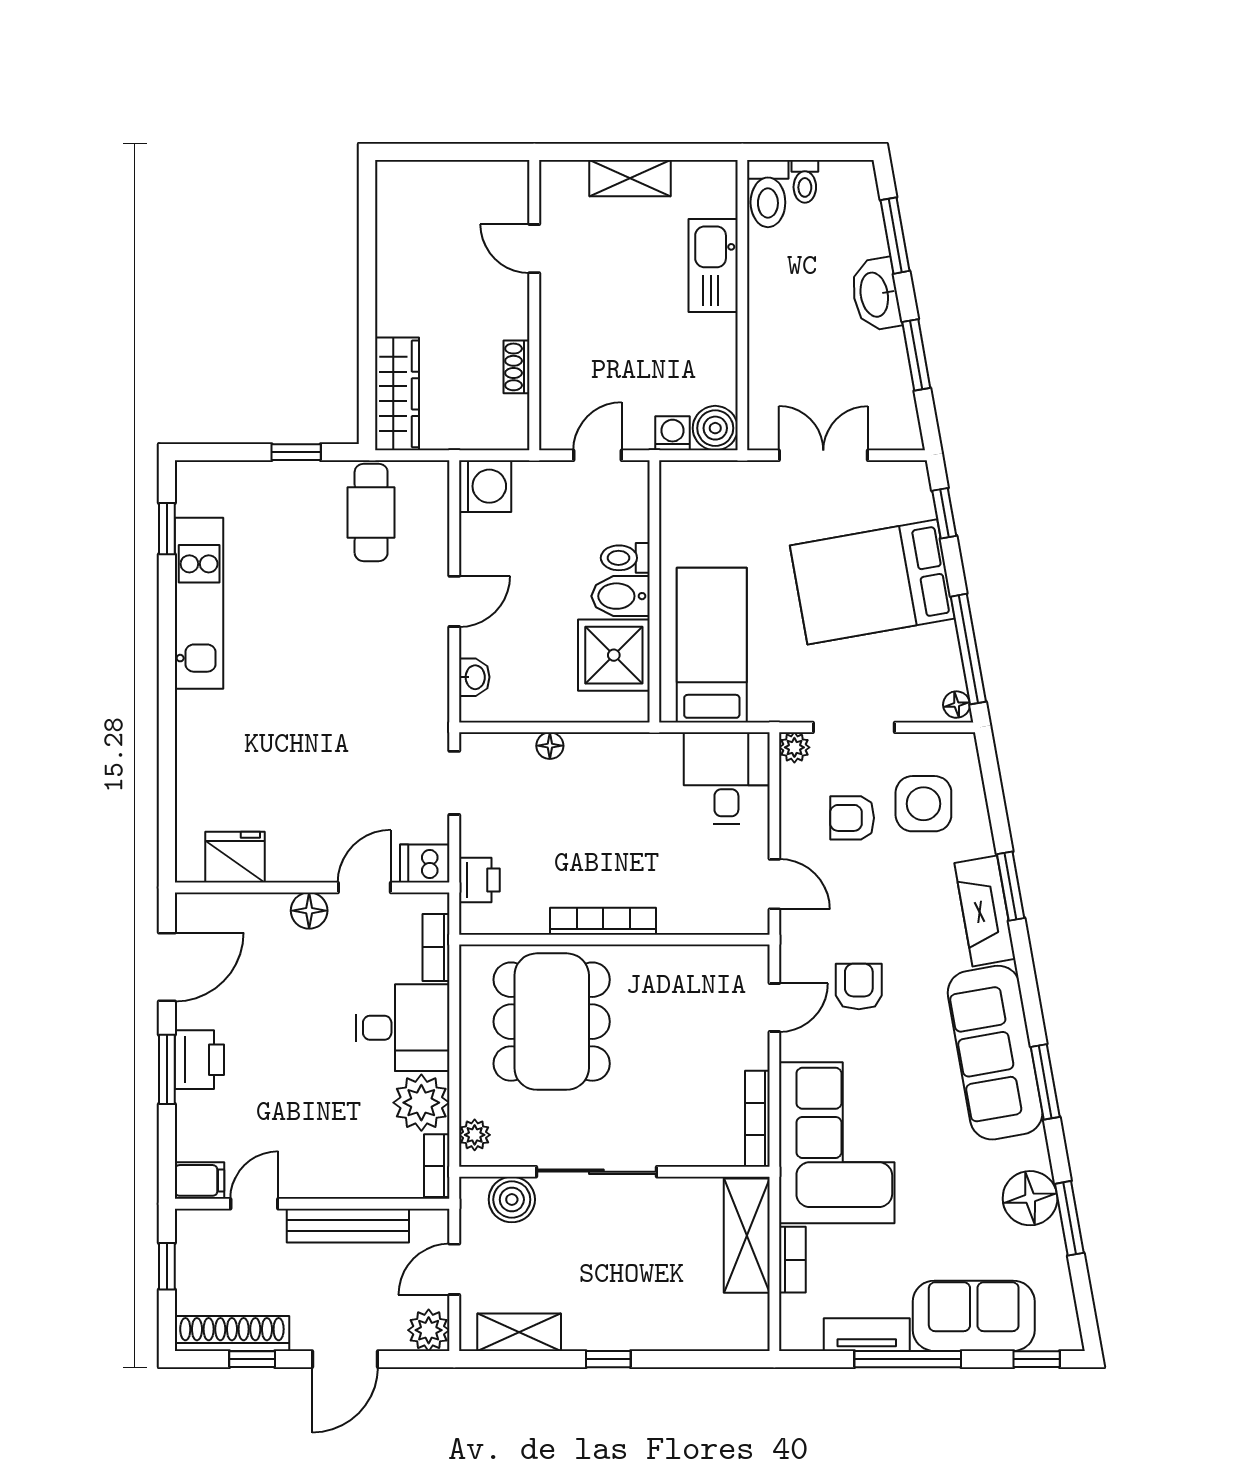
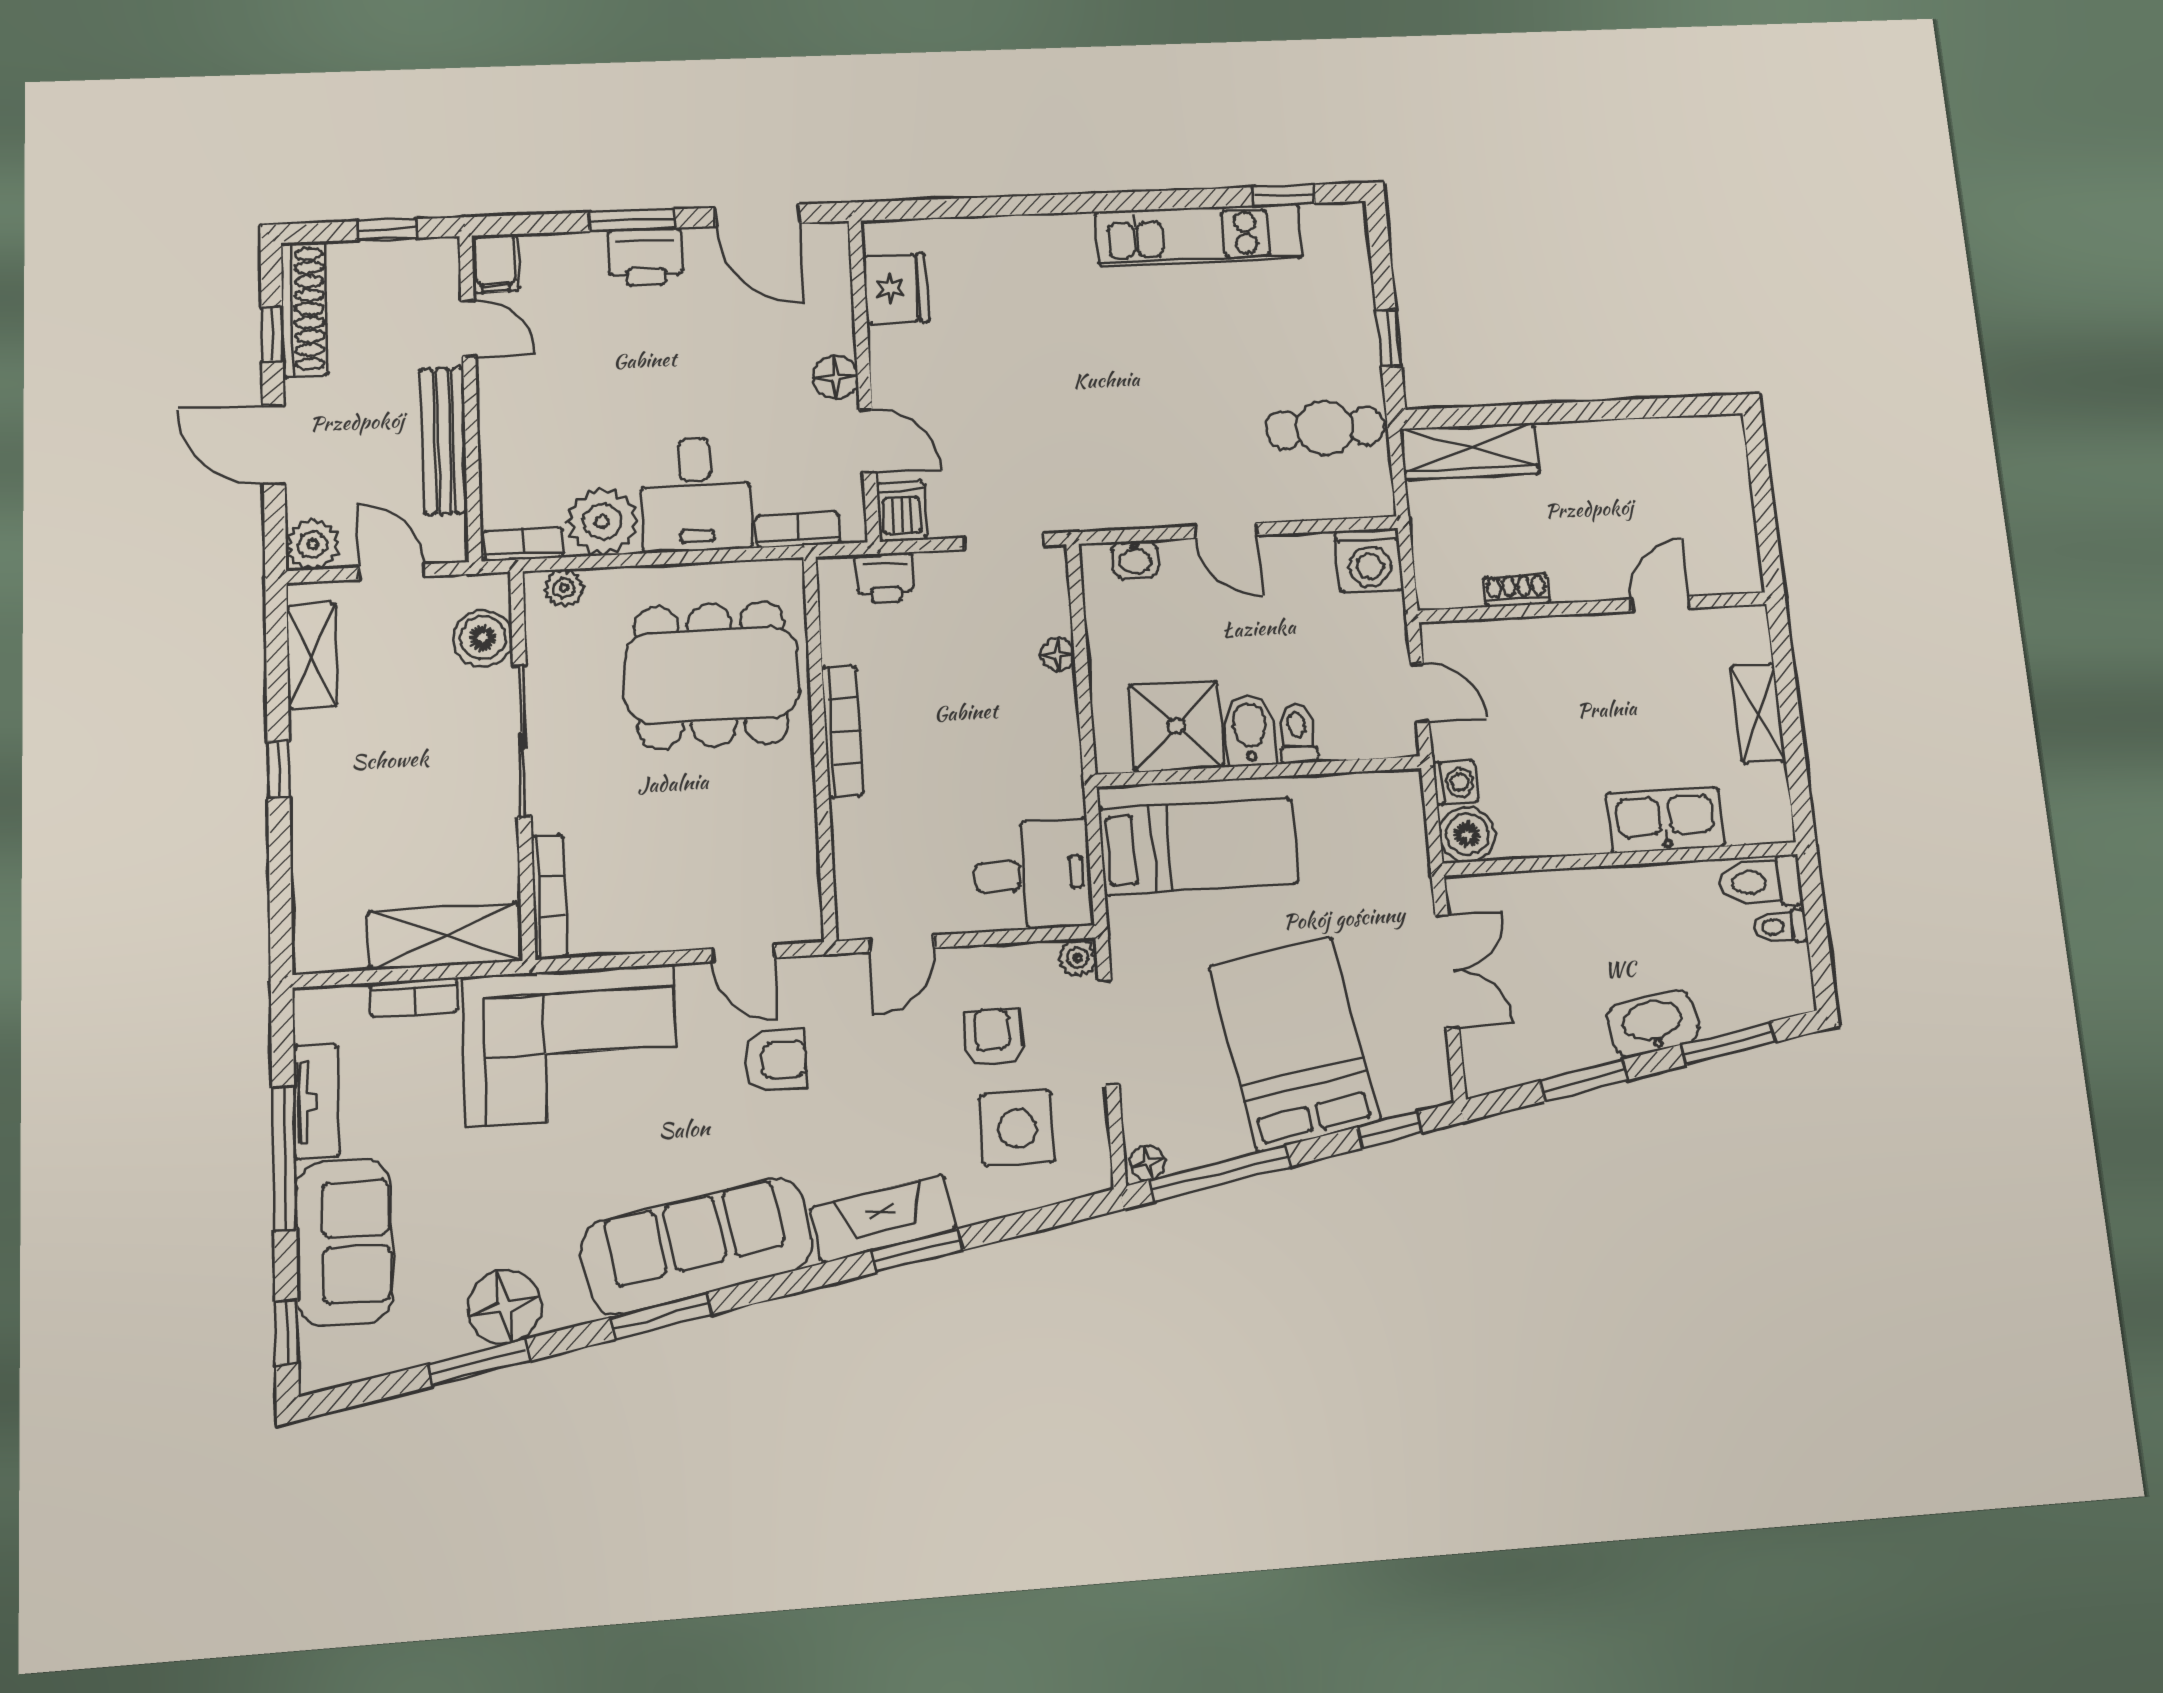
bookcase: (757, 1119) -> (549, 896), moved, turned 90

